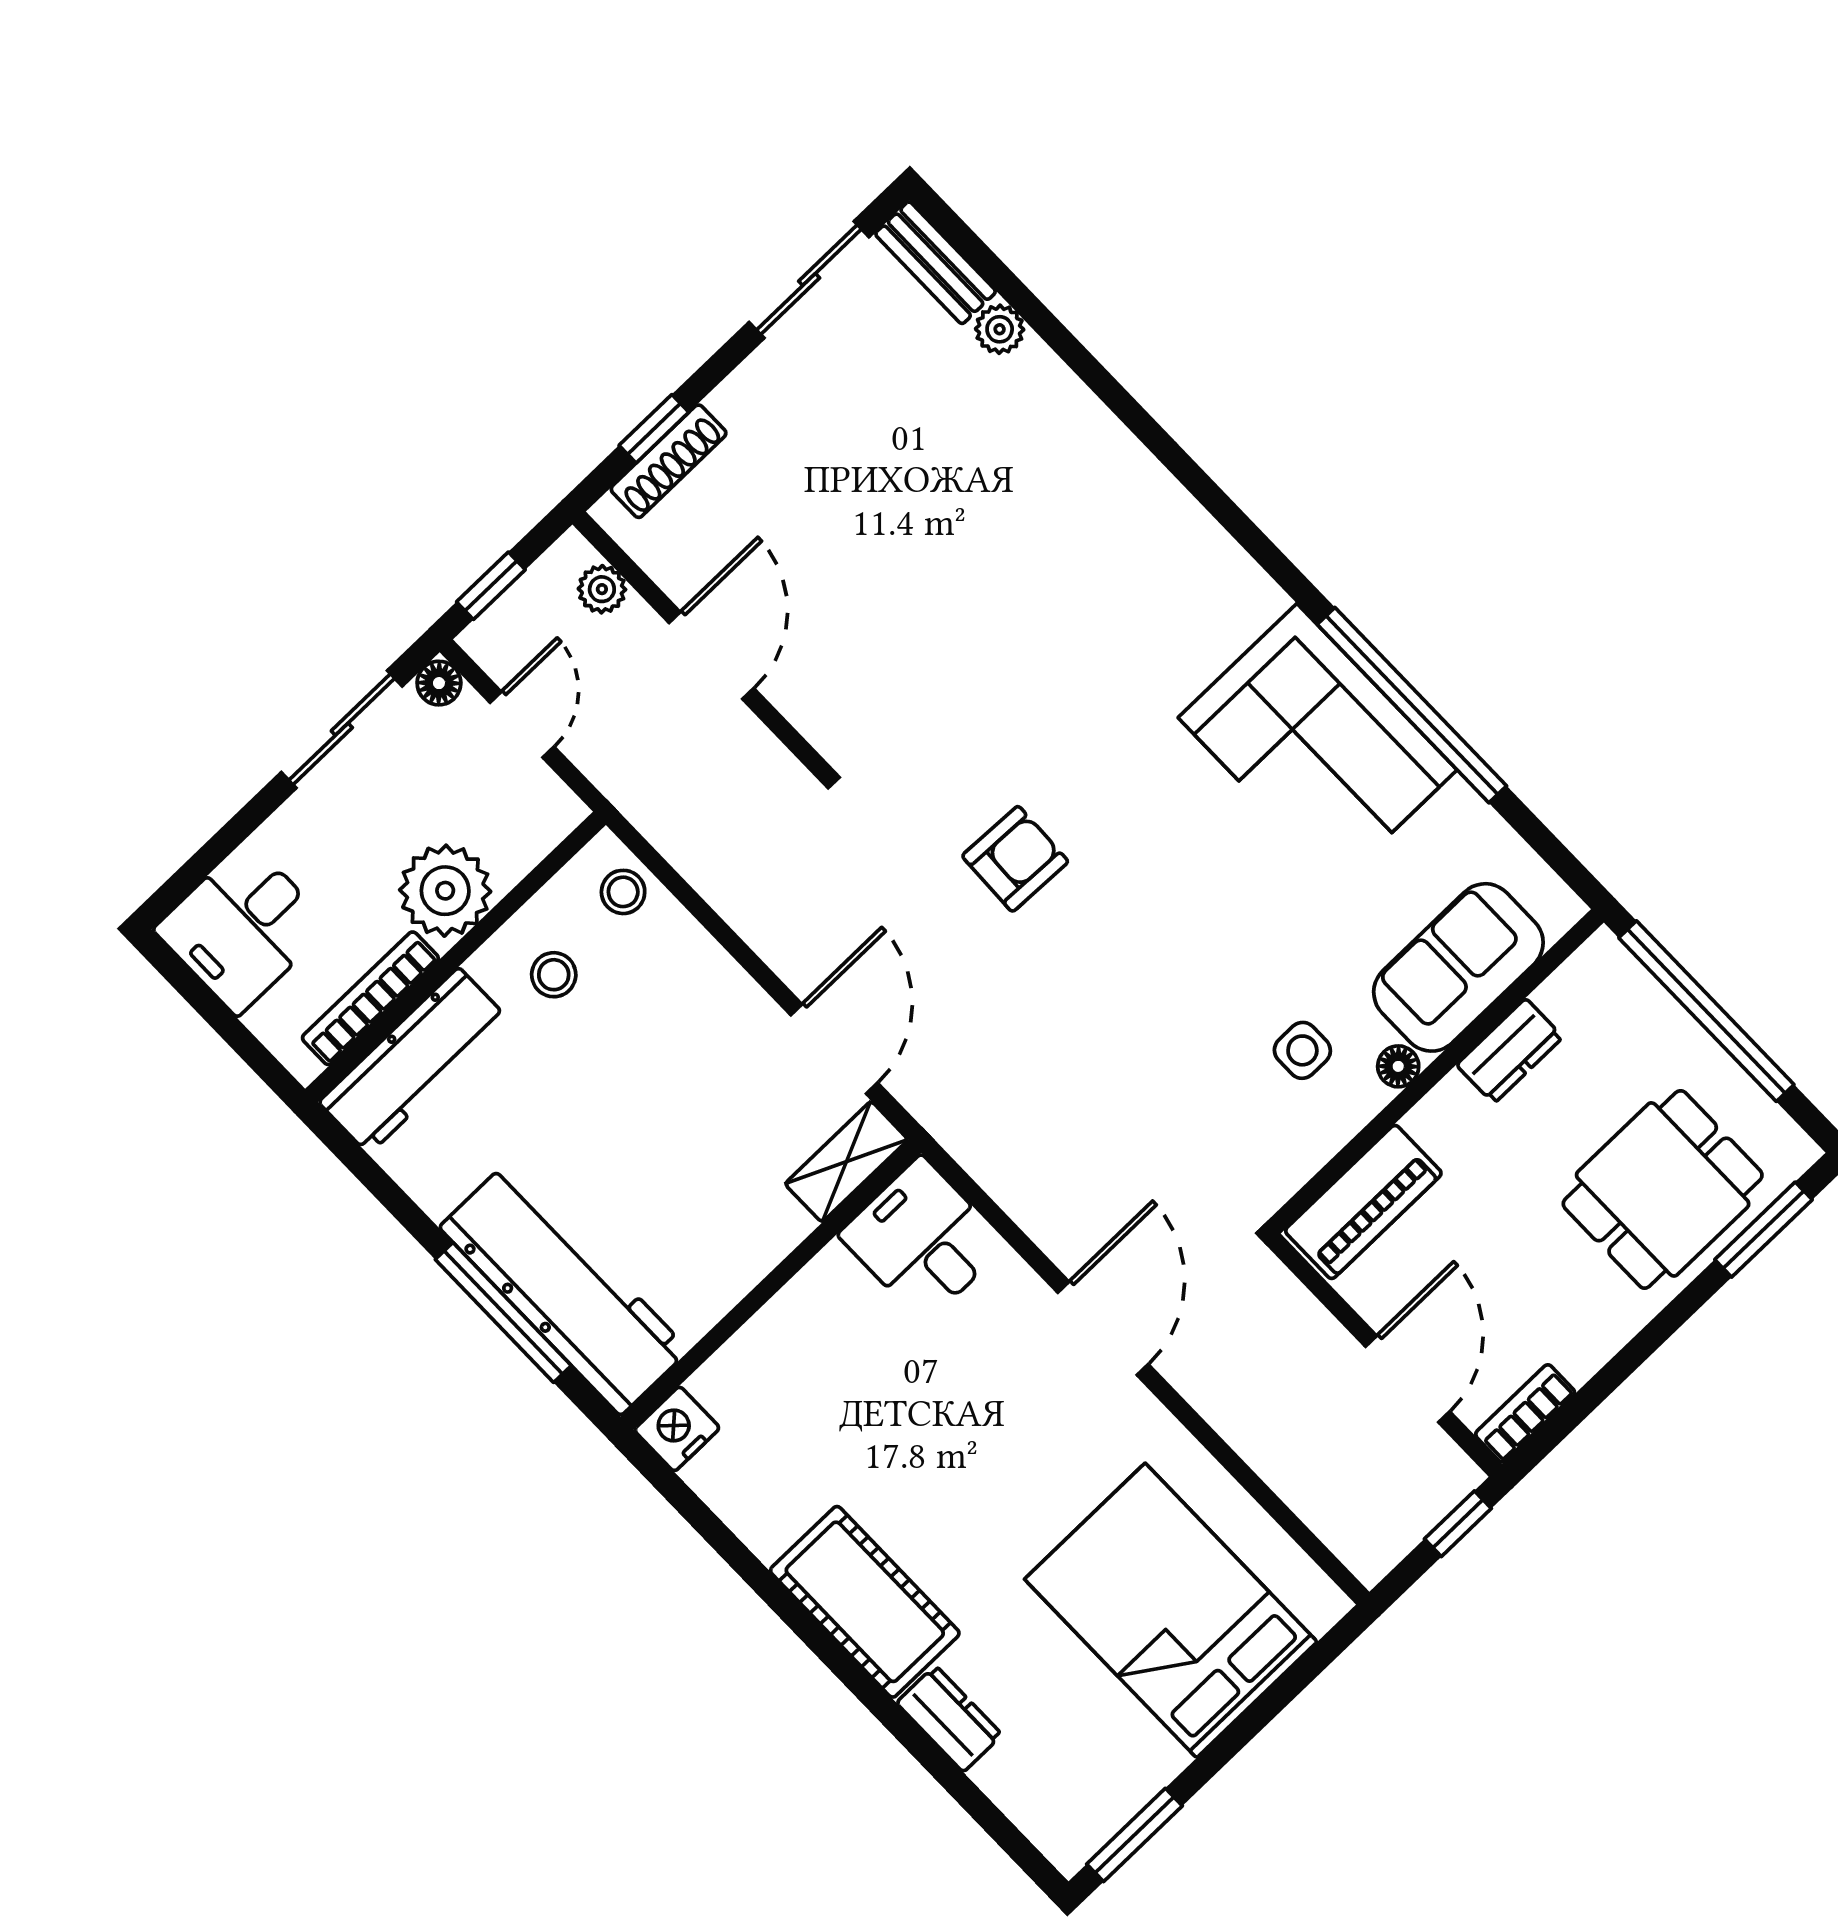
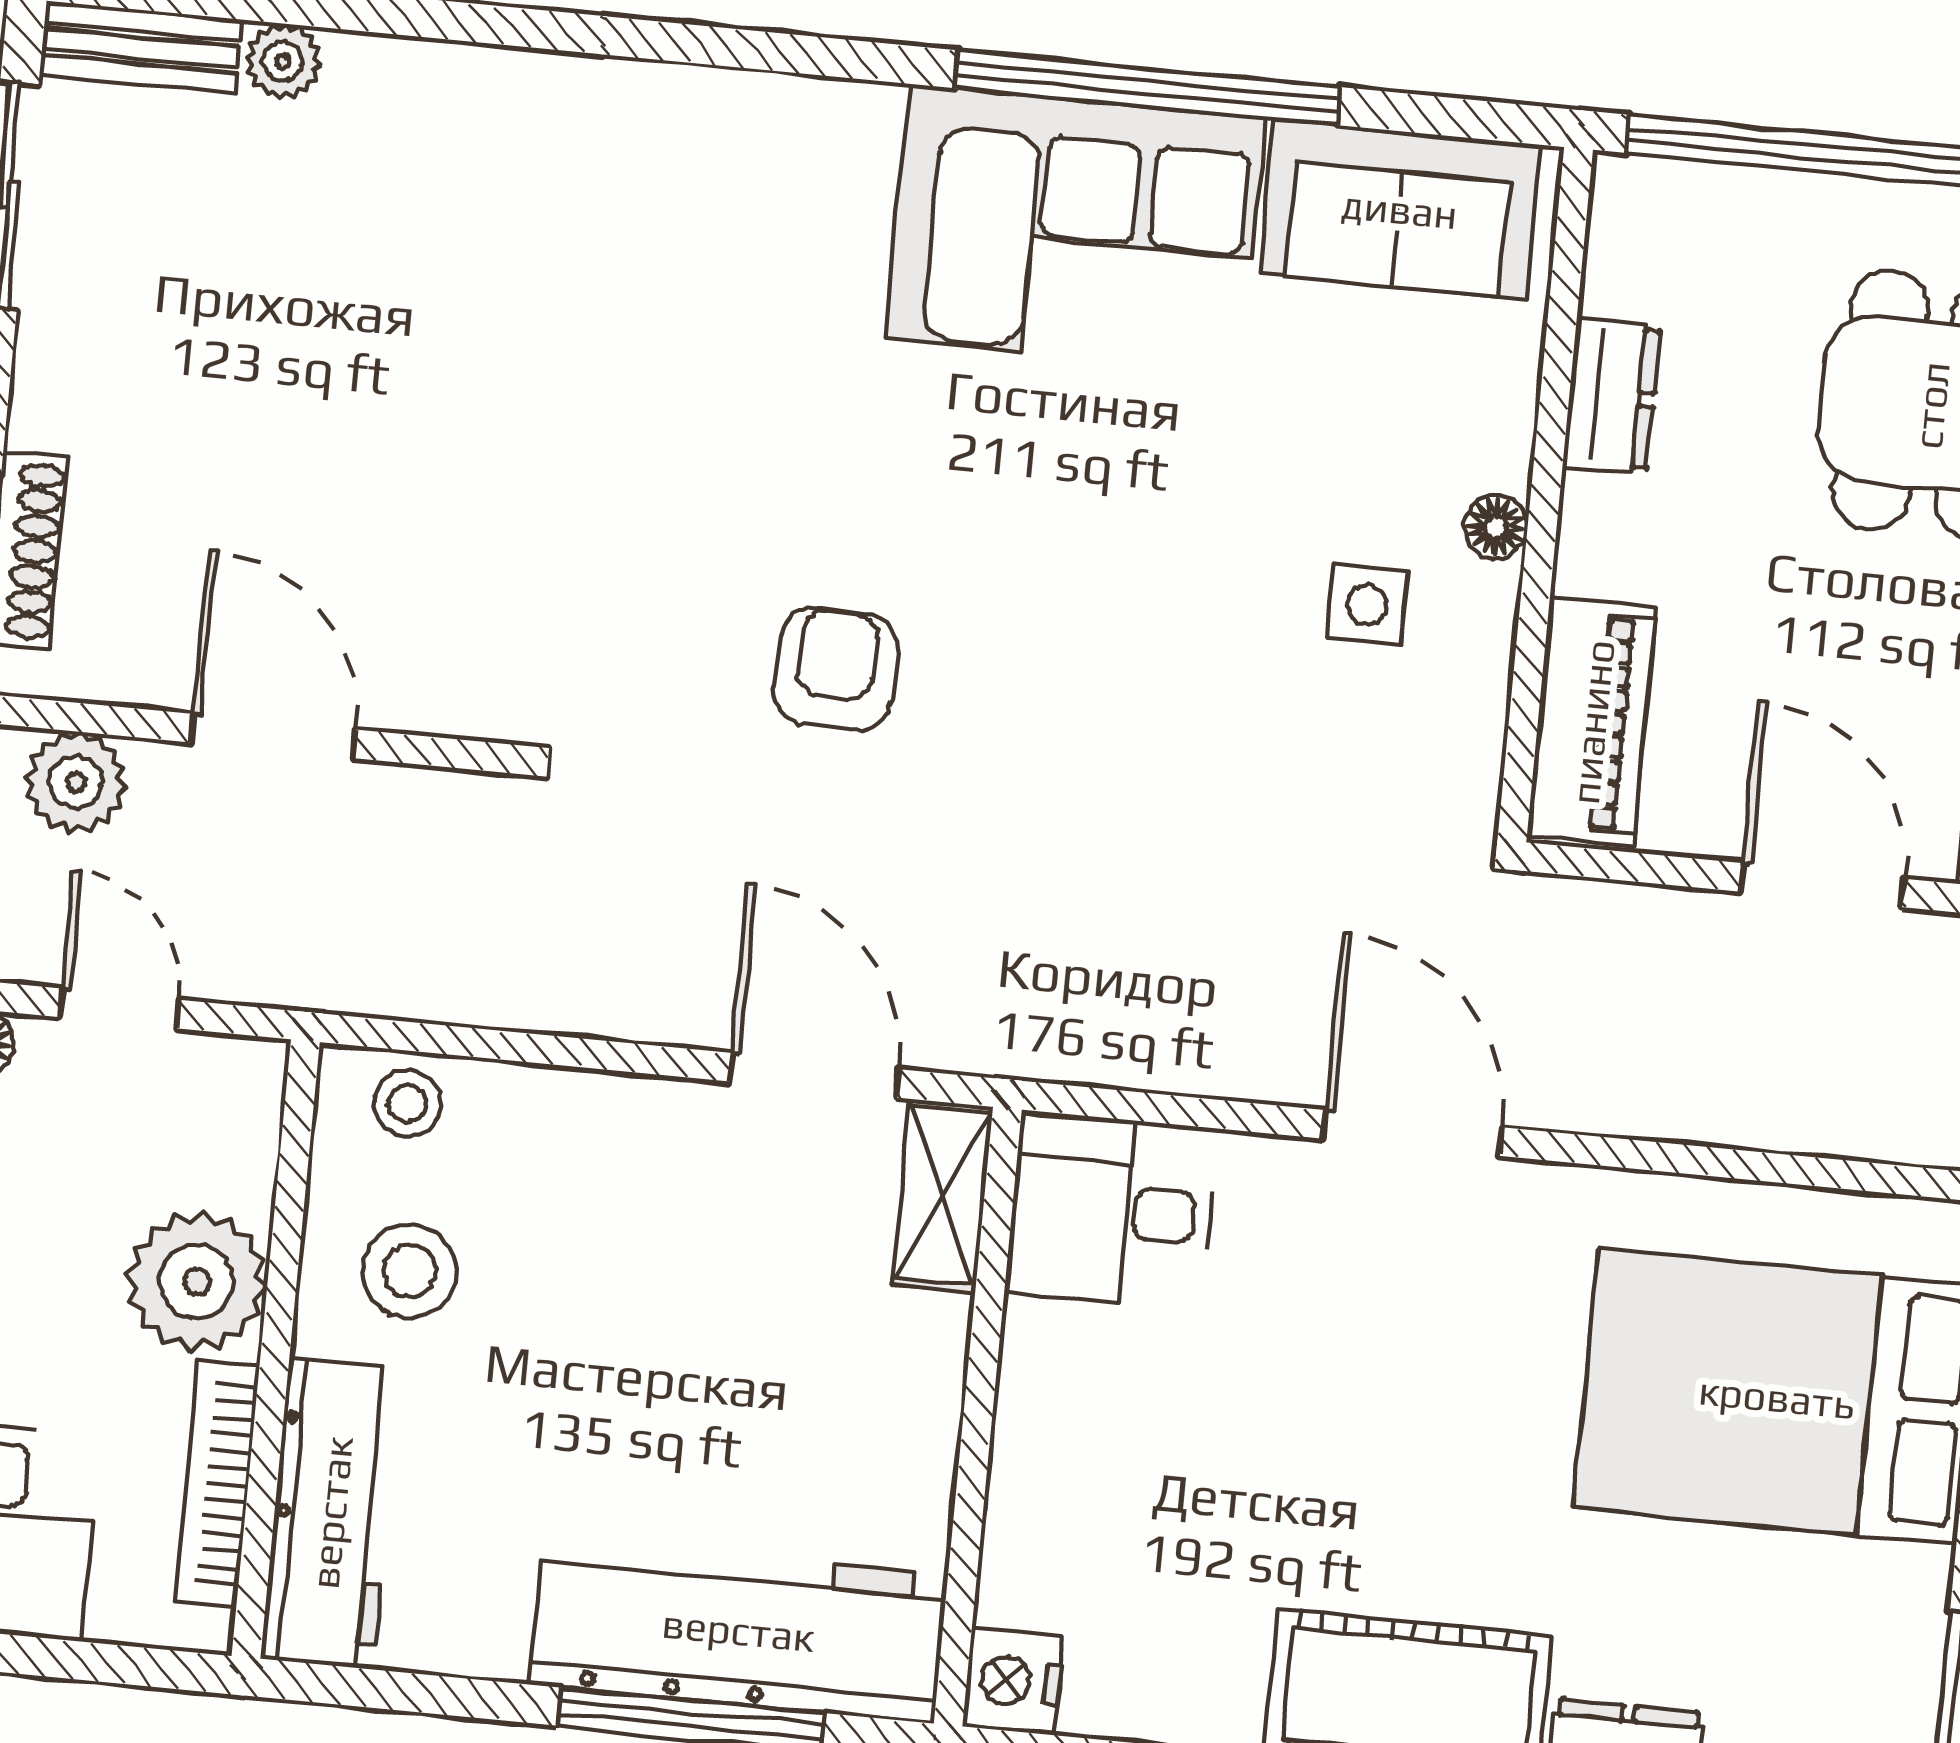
plant: (602, 589) -> (76, 782), width x1.38, depth x1.38
sofa: (1458, 967) -> (1400, 209), moved, turned -90
stool: (554, 975) -> (409, 1271), width x1.37, depth x1.37

